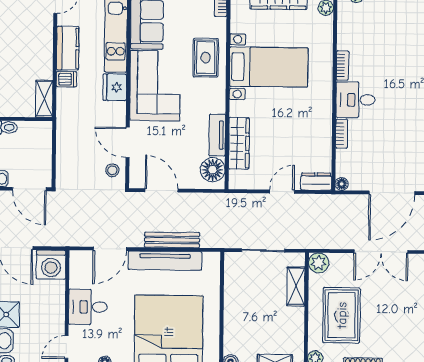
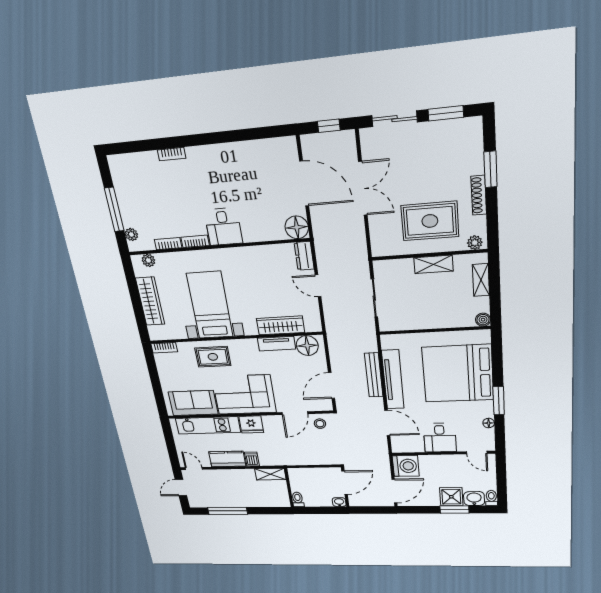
bookcase: (342, 134) -> (168, 244), moved
floor lamp: (342, 184) -> (297, 227), width x1.89, depth x1.89
plant: (319, 263) -> (380, 247), removed
shelving: (296, 286) -> (433, 264), moved

